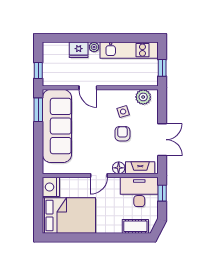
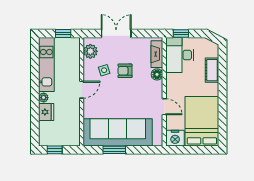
window: (38, 70) -> (55, 150), moved
door: (88, 88) -> (82, 90), moved
window: (38, 110) -> (114, 150), moved
double door: (162, 140) -> (116, 34), moved
door: (99, 176) -> (164, 107), moved
cot: (135, 226) -> (212, 70), moved

